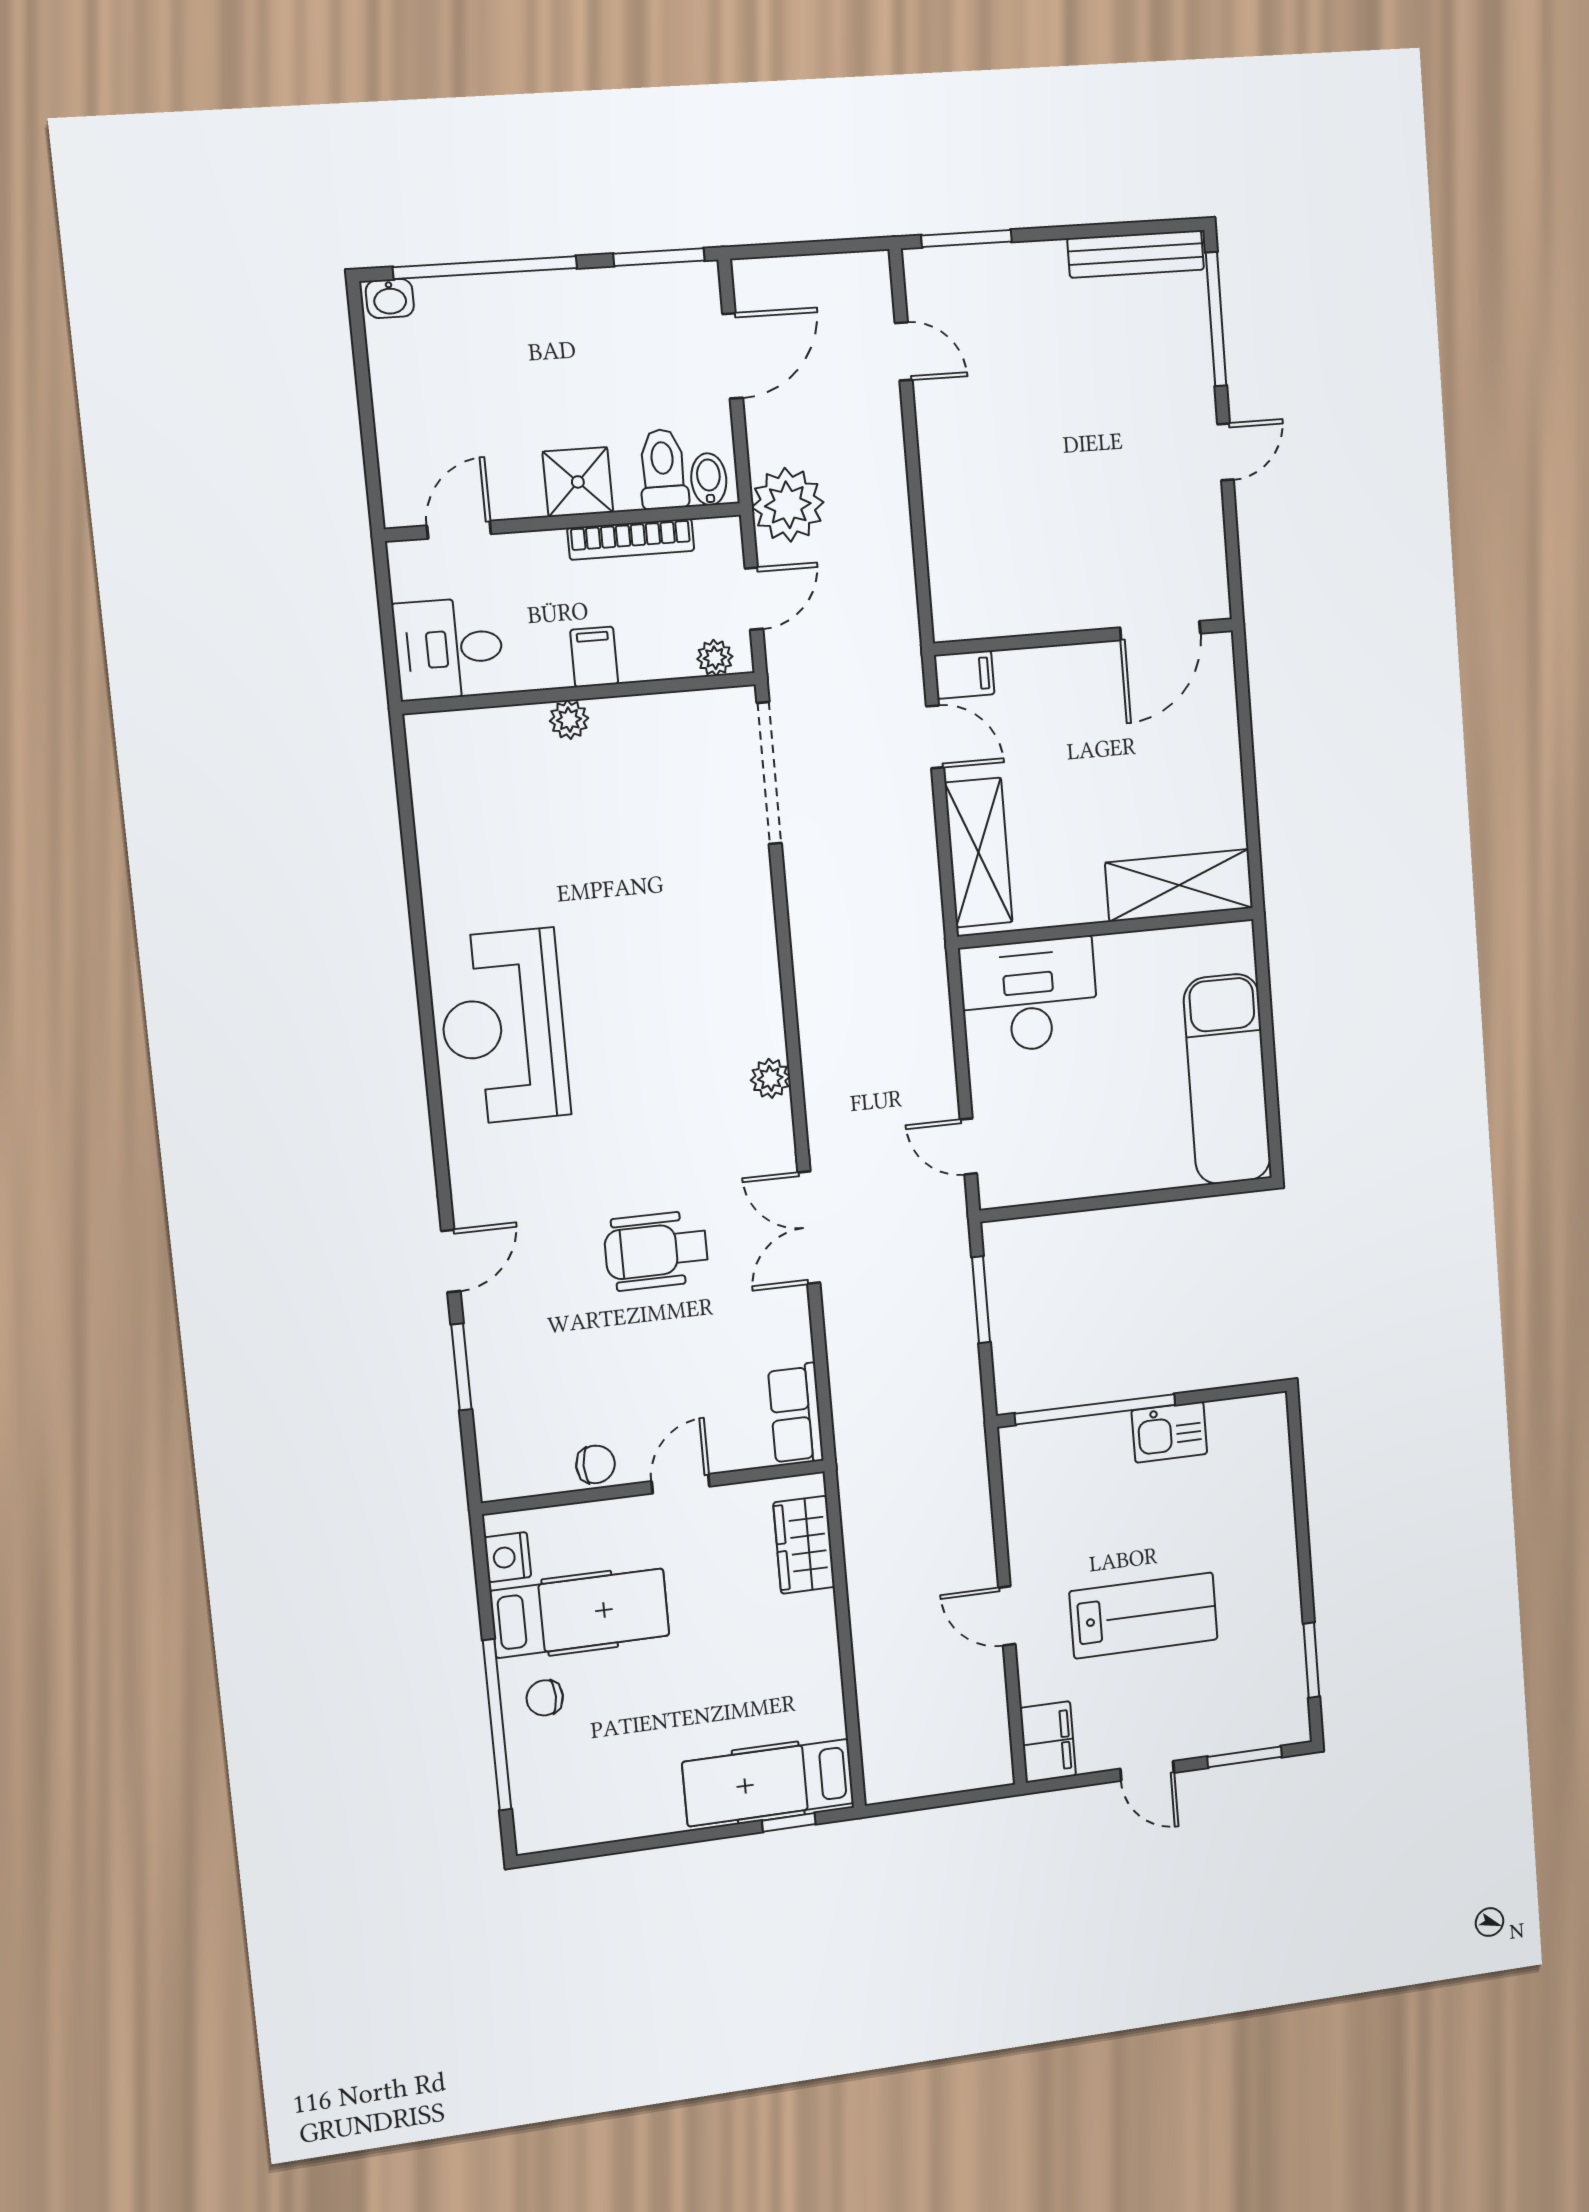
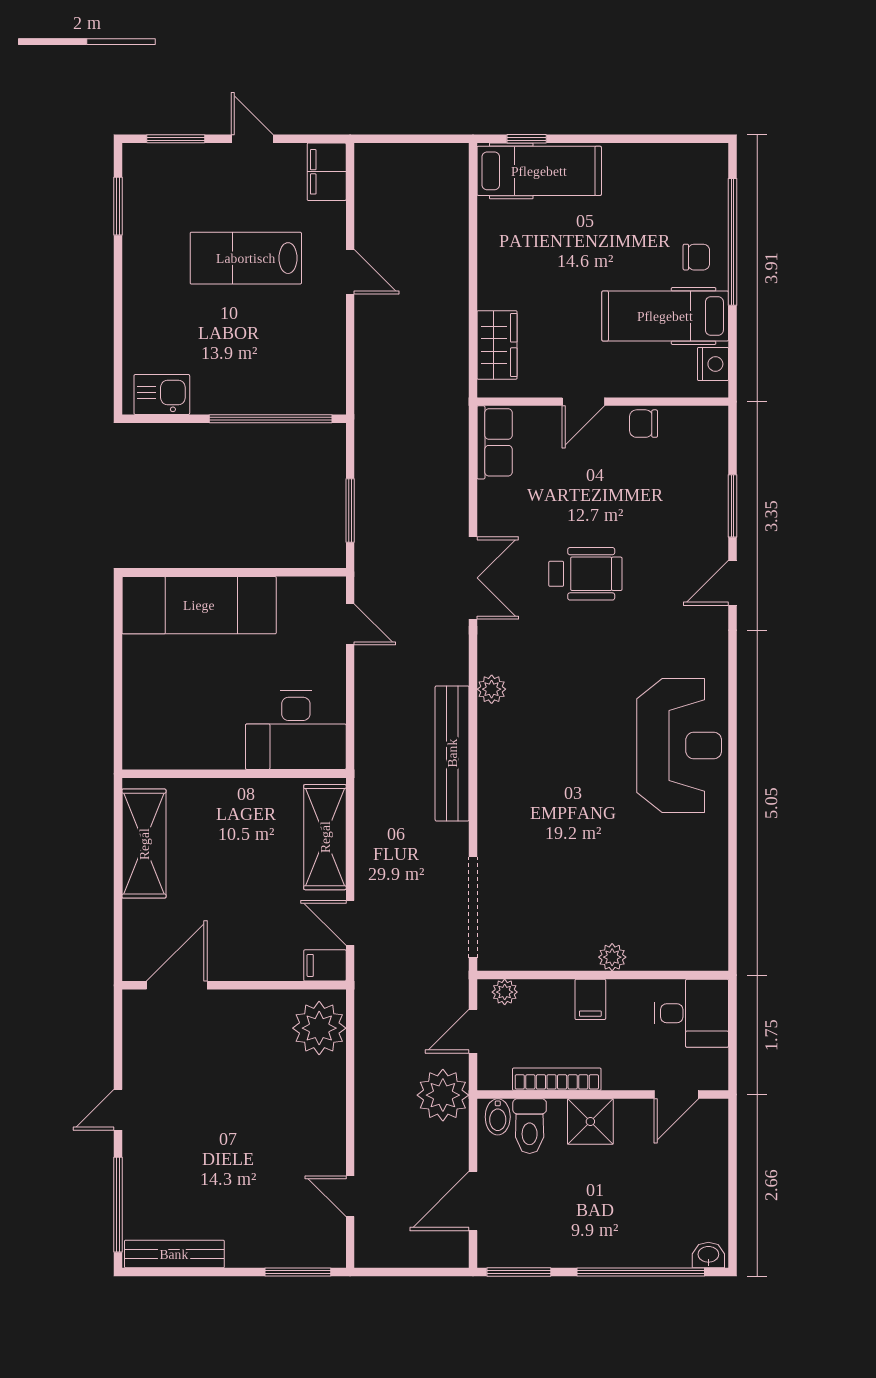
plant: (965, 587) -> (319, 1028), added
shelving: (1179, 885) -> (144, 844), moved, turned 90
bench: (816, 984) -> (452, 753), added
exam couch: (1227, 1079) -> (199, 605), moved, turned 90
kitchen sink: (1169, 1432) -> (162, 394), moved

